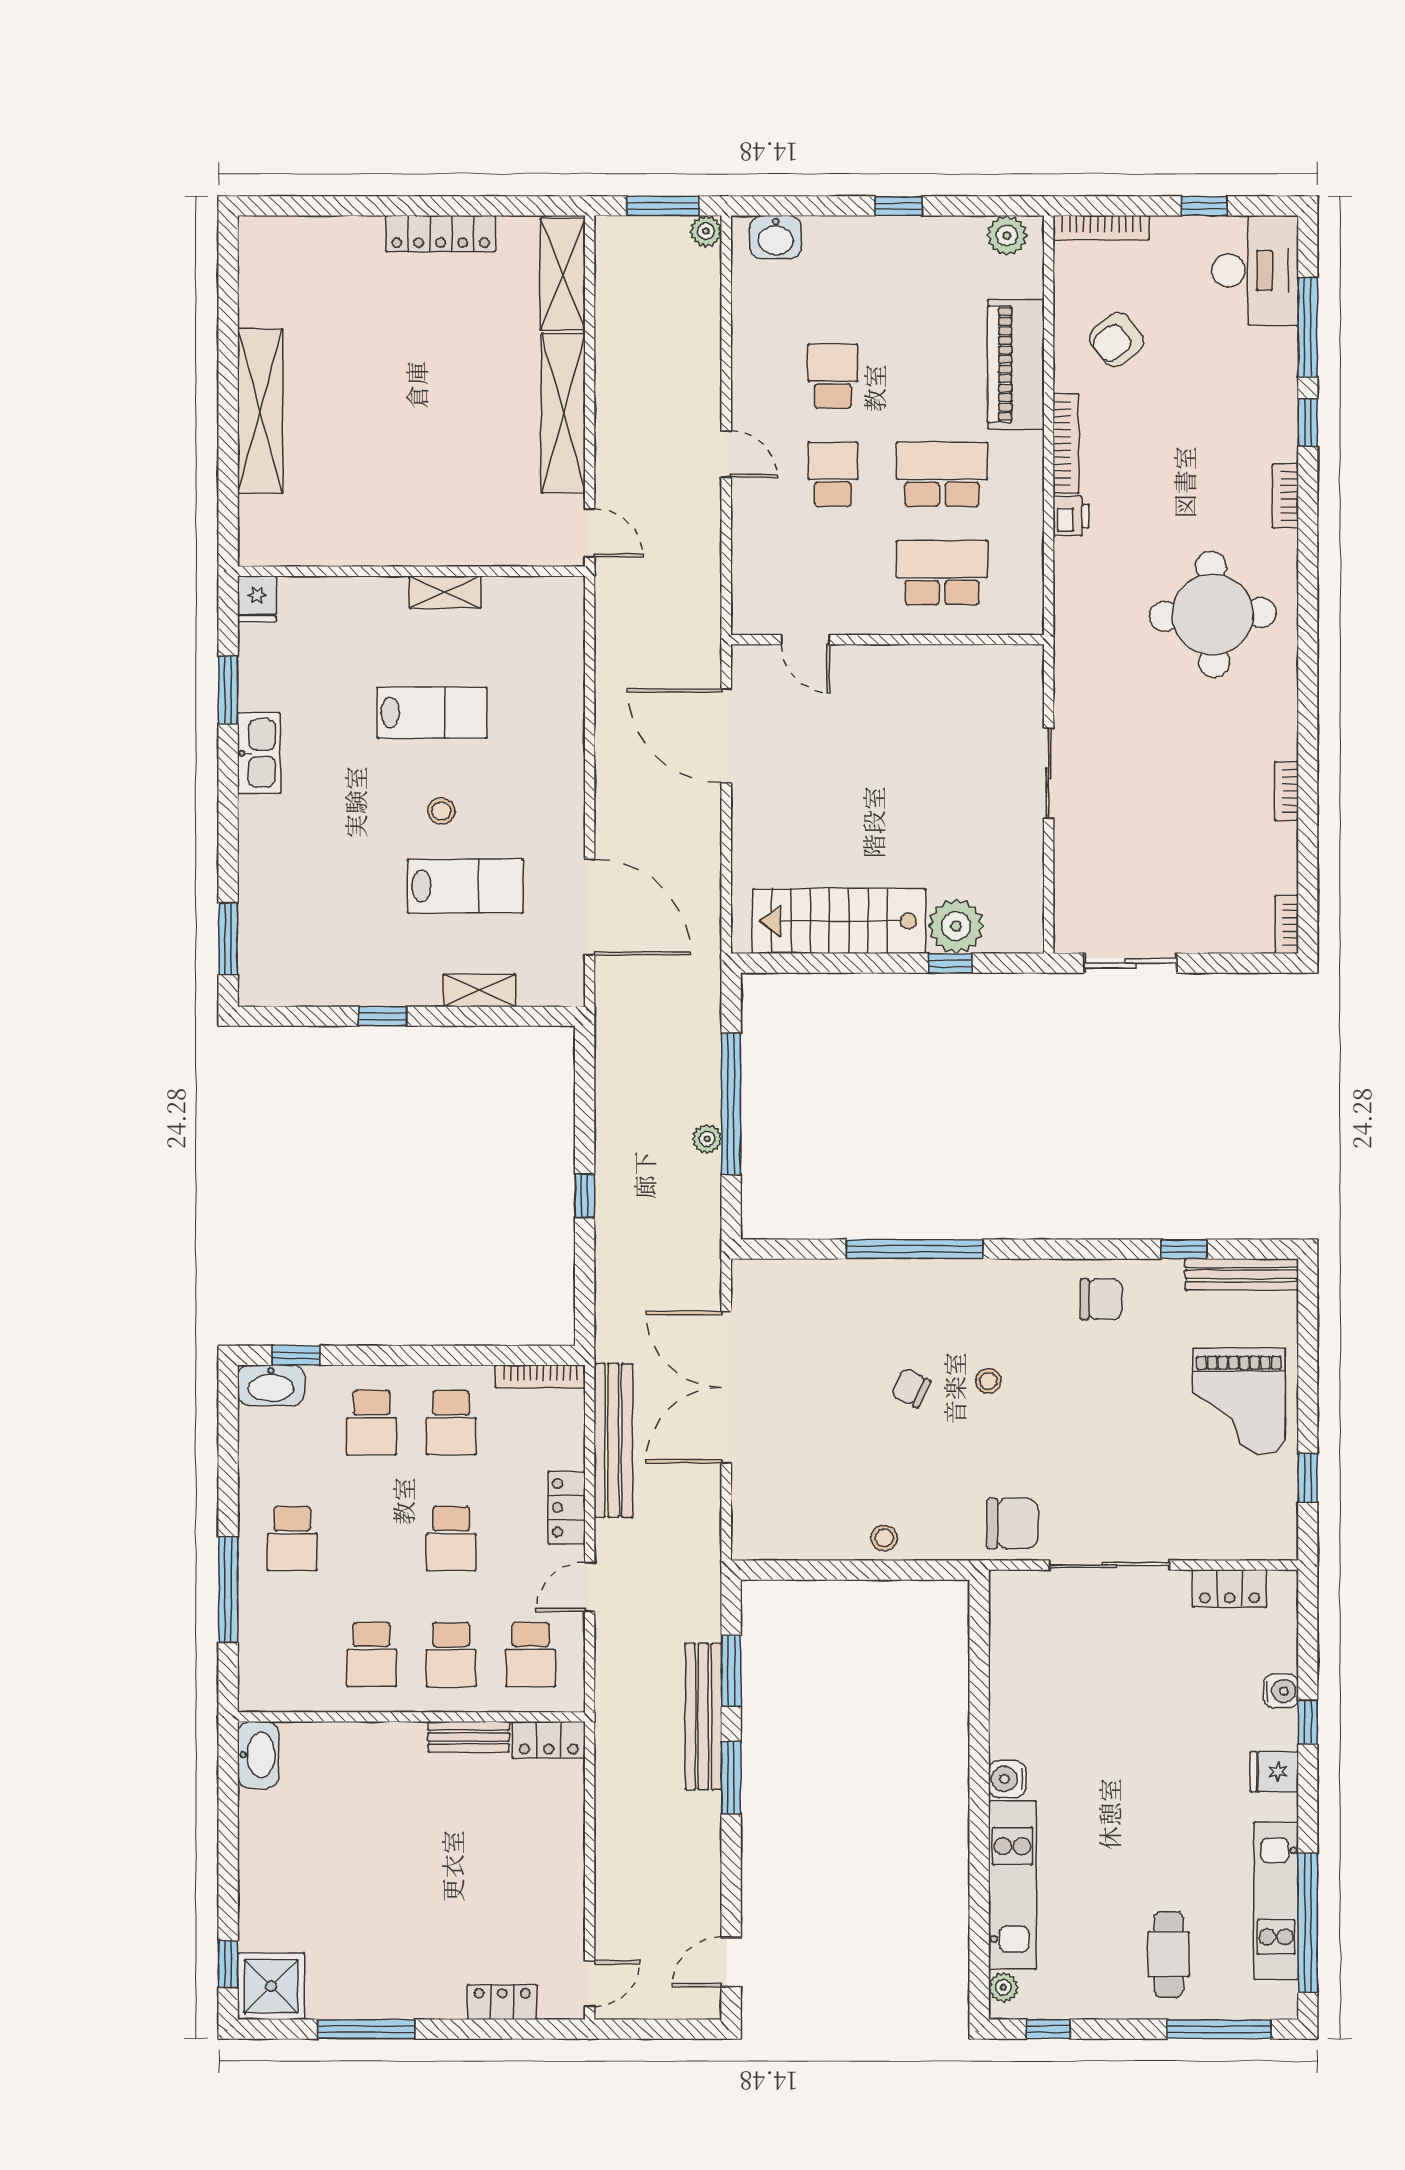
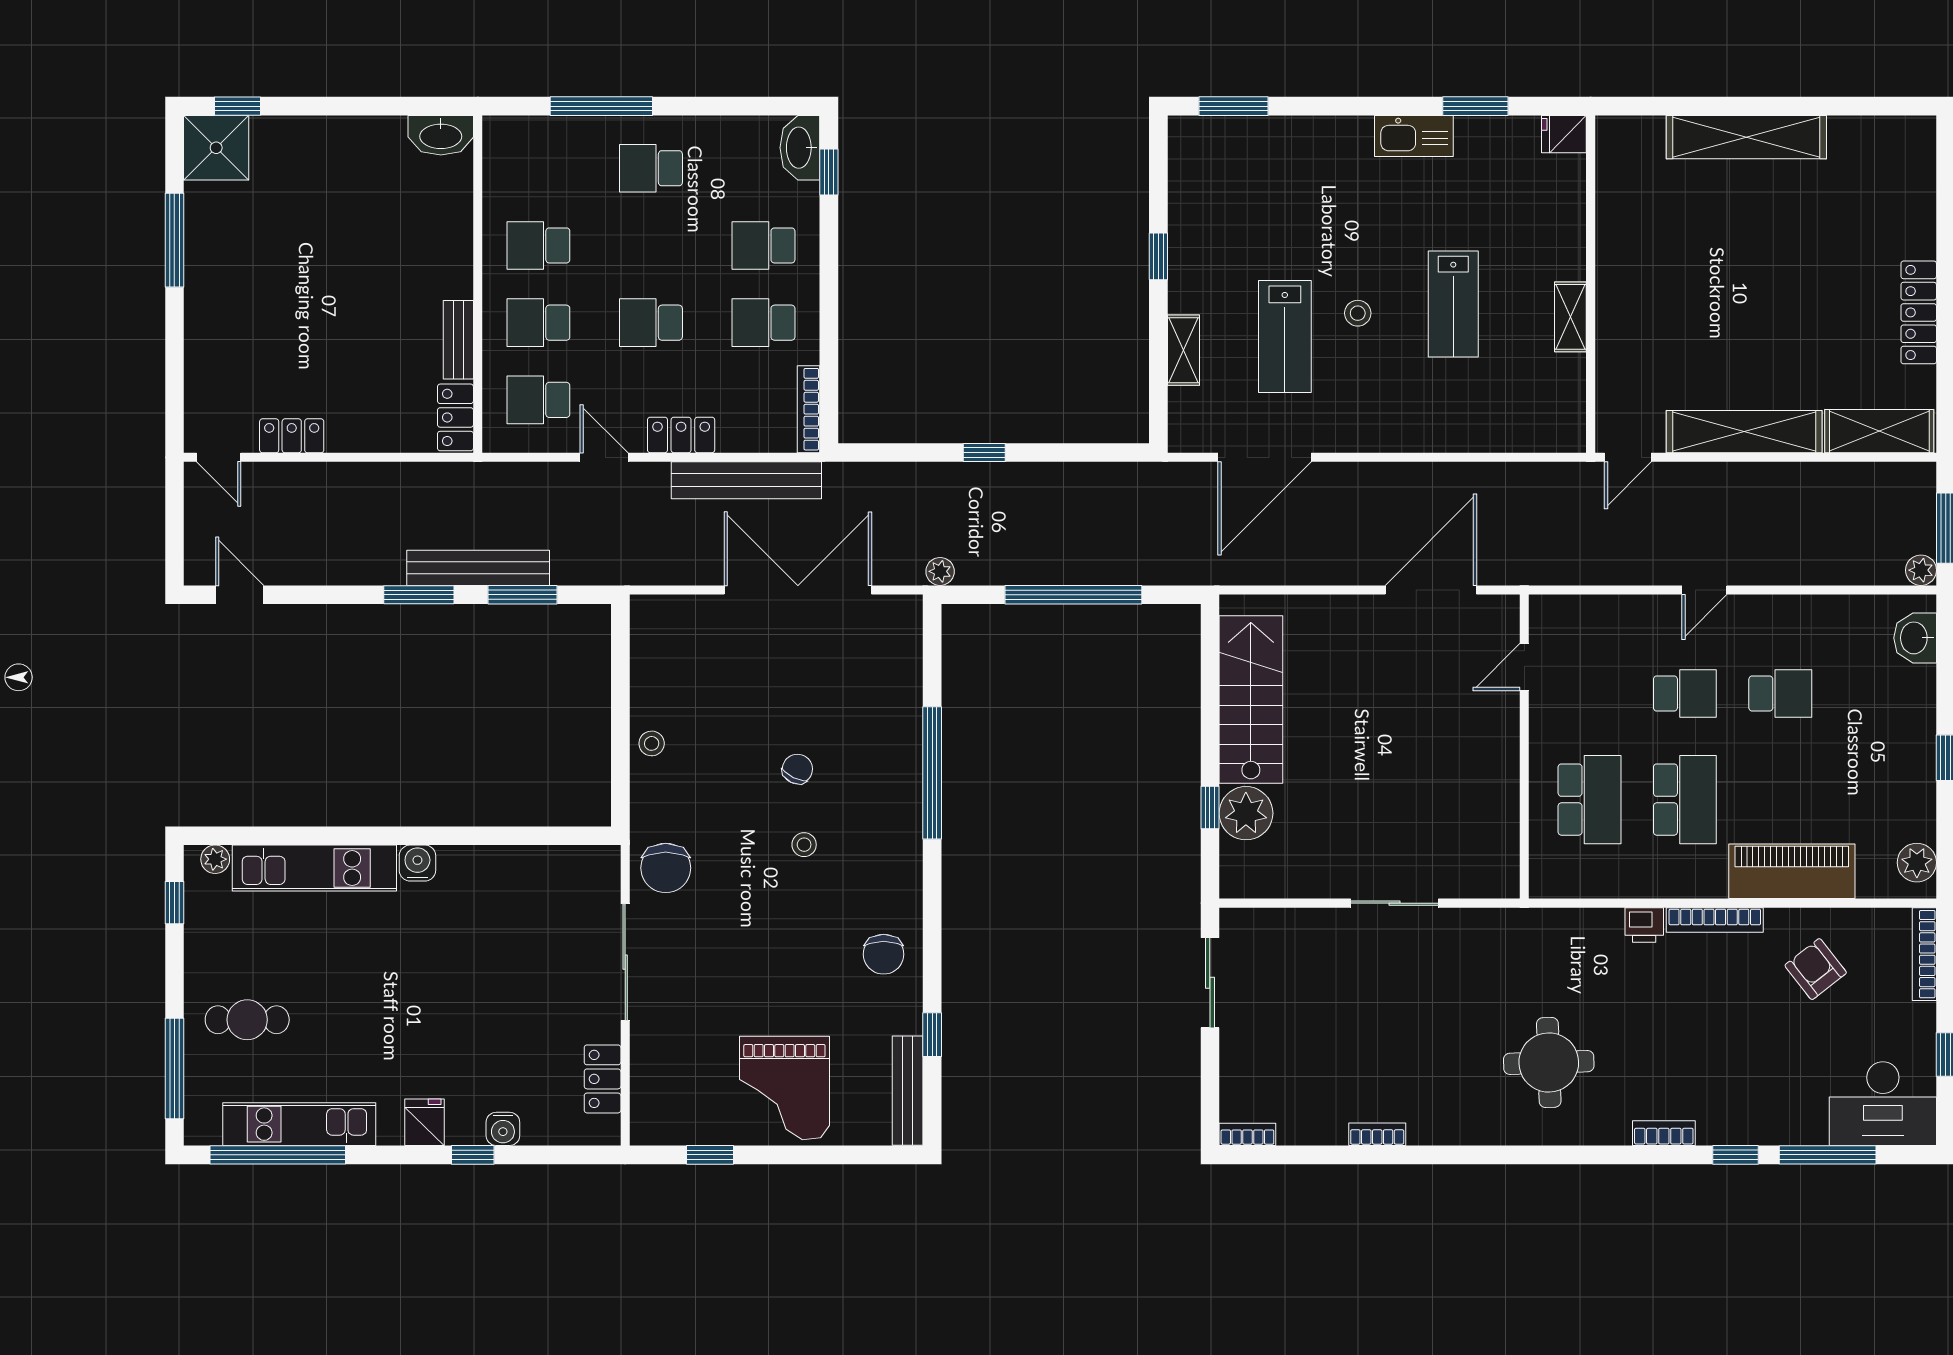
round table: (1213, 614) -> (1549, 1062), width x0.73, depth x0.73
plant: (707, 1139) -> (940, 571), moved
grand piano: (1239, 1401) -> (784, 1088), turned -90
locker: (502, 2002) -> (292, 436), moved, turned -90

